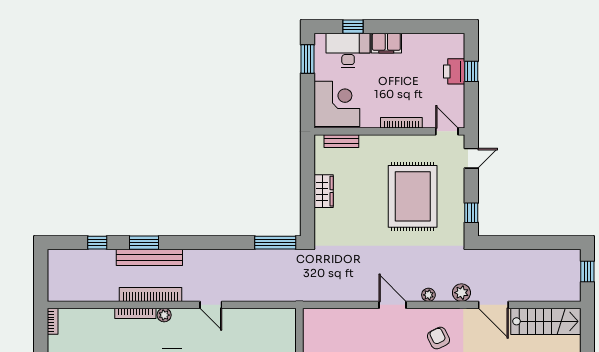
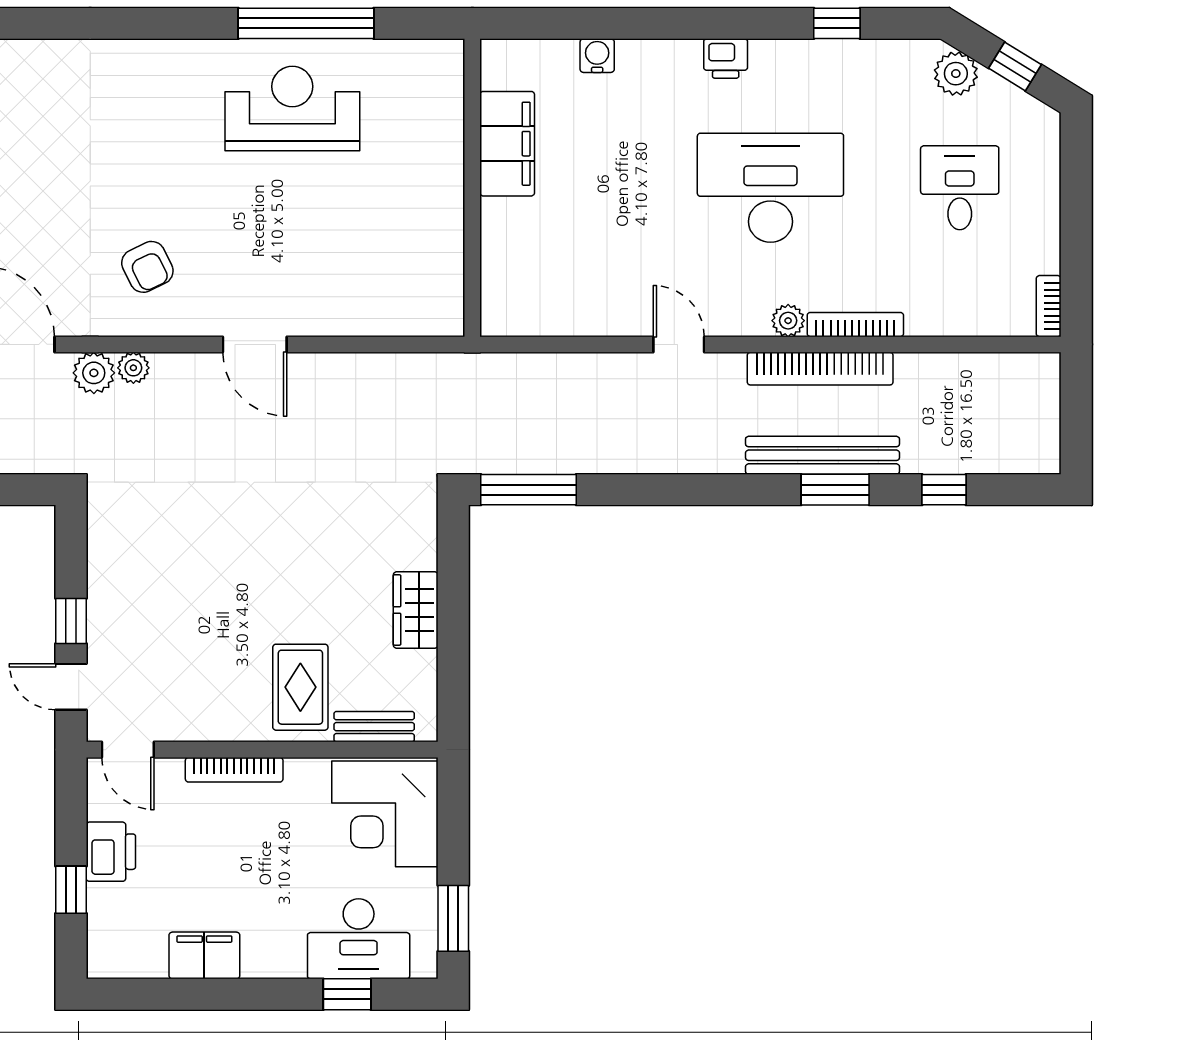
filing cabinet: (386, 43) -> (204, 955), moved
printer: (454, 71) -> (111, 852), moved
door: (471, 158) -> (71, 687), hinge flipped
rug: (413, 196) -> (300, 687), moved, width x0.54, depth x0.49
window: (471, 213) -> (71, 621), moved
plant: (428, 295) -> (133, 368), moved

